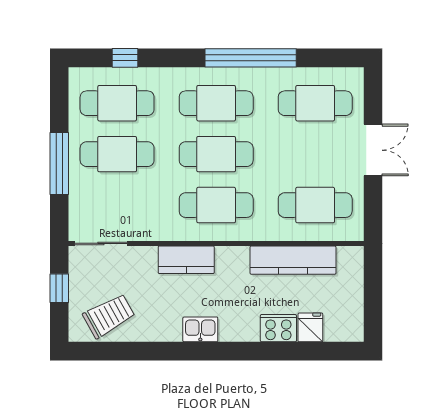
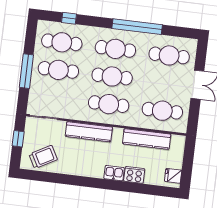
kitchen counter: (186, 260) -> (89, 132), width x1.50
fridge: (310, 327) -> (173, 176), moved, turned -90
kitchen sink: (200, 329) -> (114, 173), moved

